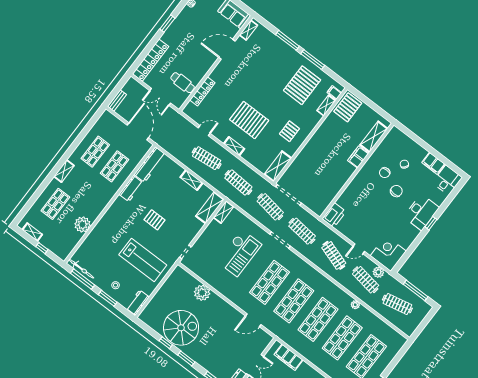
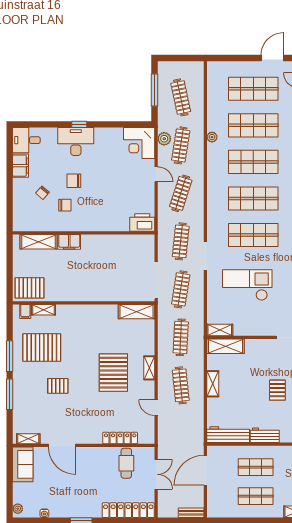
pallet: (289, 131) -> (58, 386), moved

